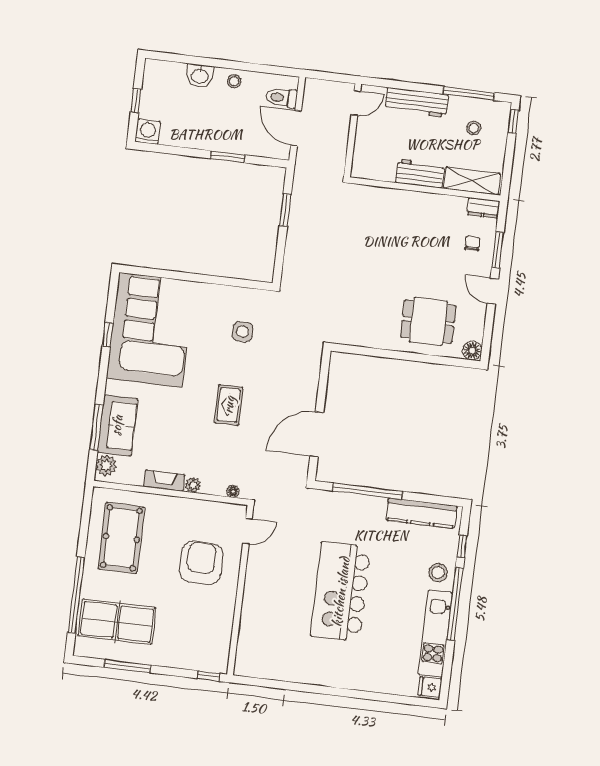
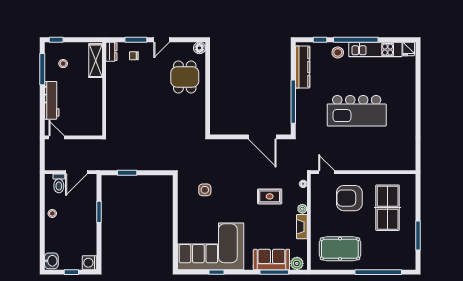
washbasin: (200, 76) -> (51, 261), moved
workbench: (420, 174) -> (95, 93), removed
rug: (229, 405) -> (270, 196), moved
table tennis table: (117, 622) -> (388, 208), moved
window: (209, 676) -> (418, 185), removed

